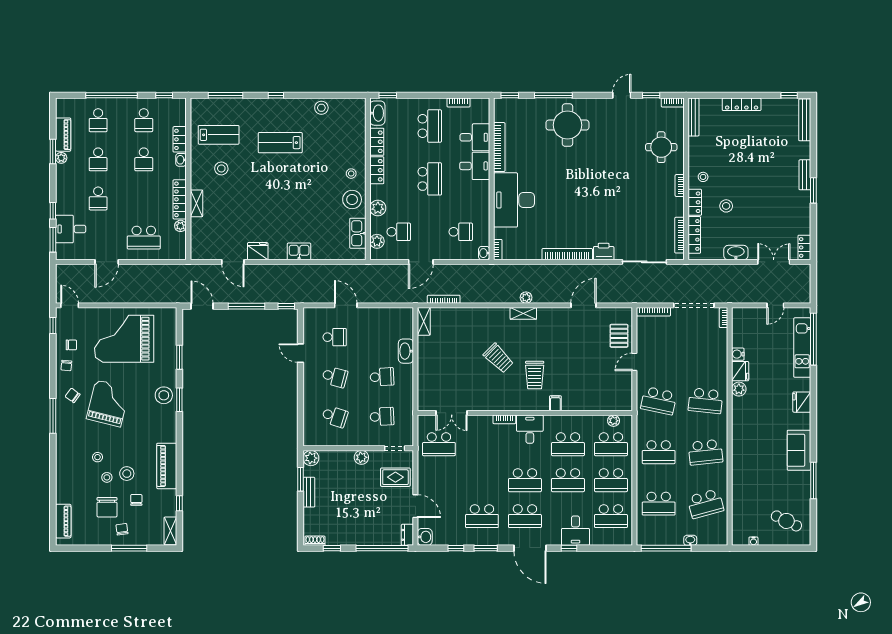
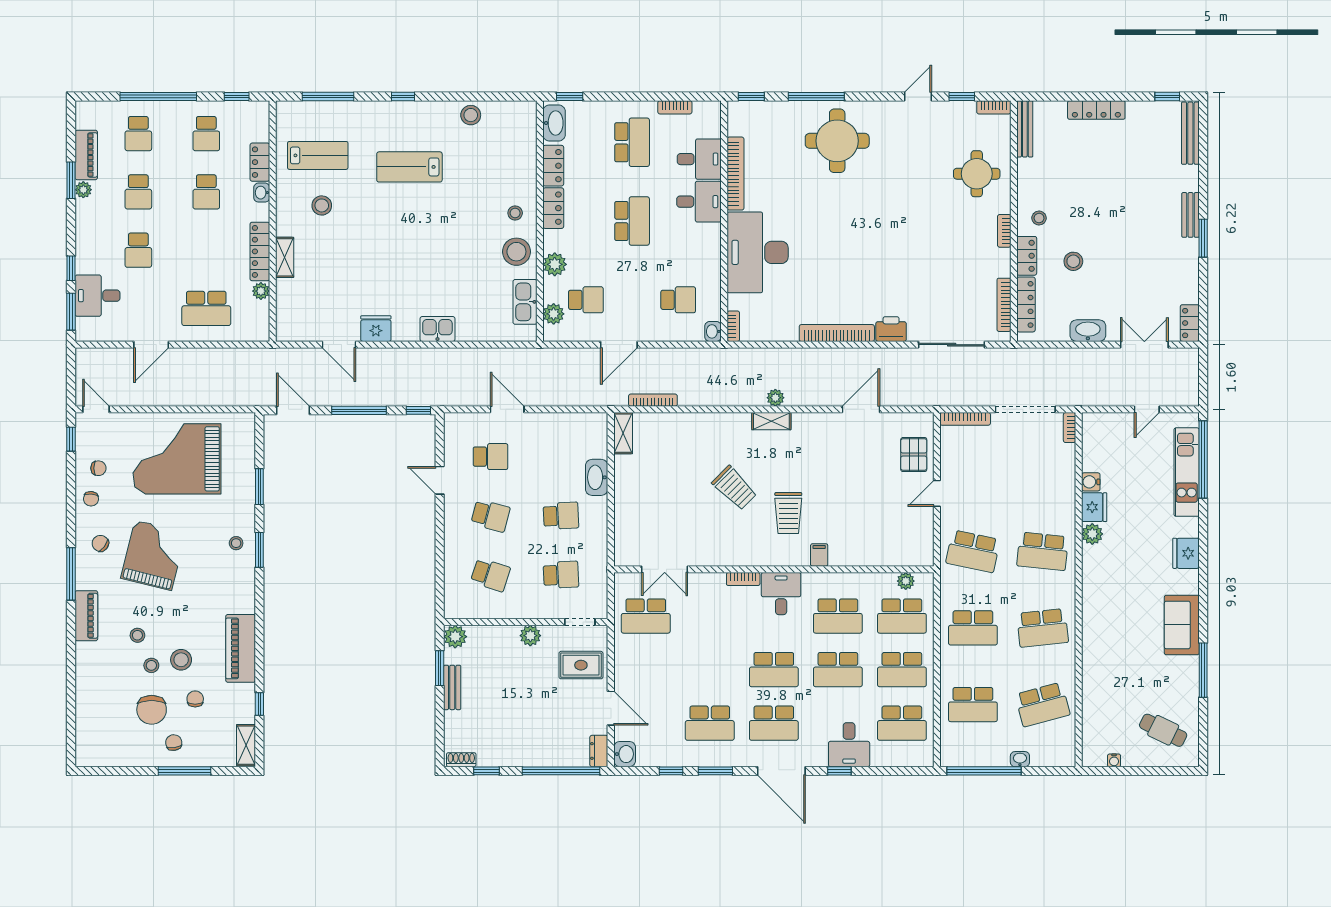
stool: (164, 395) -> (236, 543), width x0.53, depth x0.53
piano: (63, 521) -> (86, 616), moved

